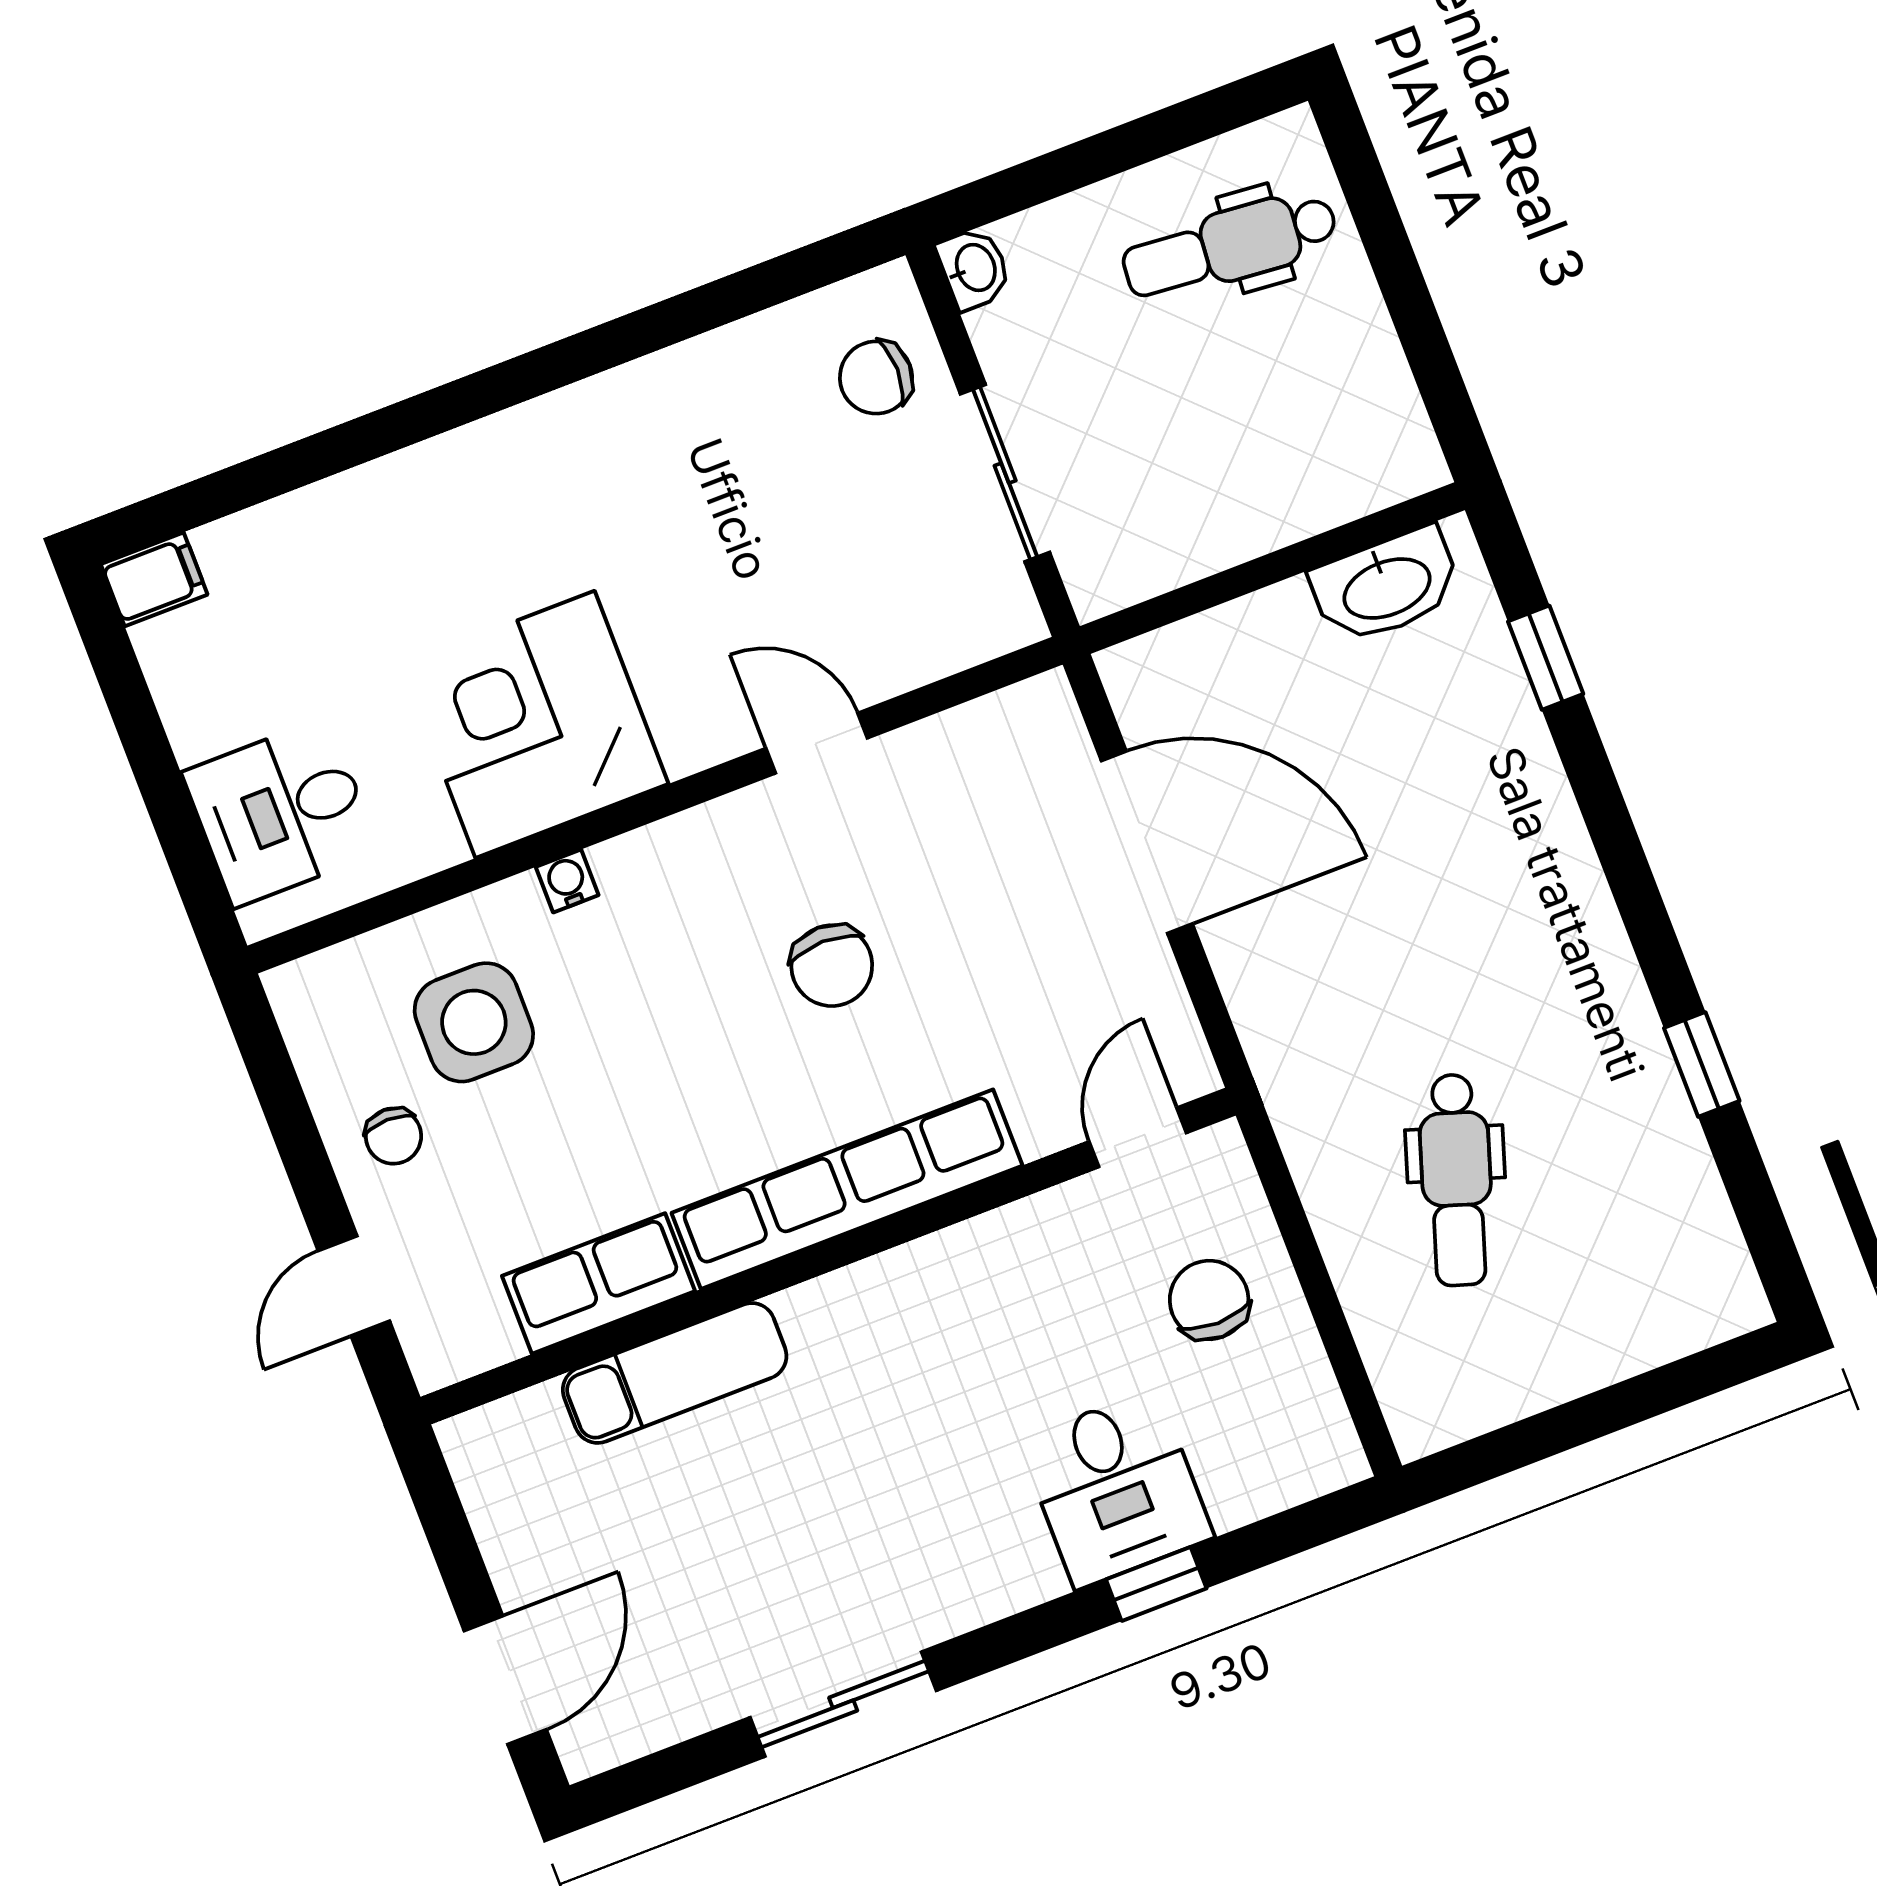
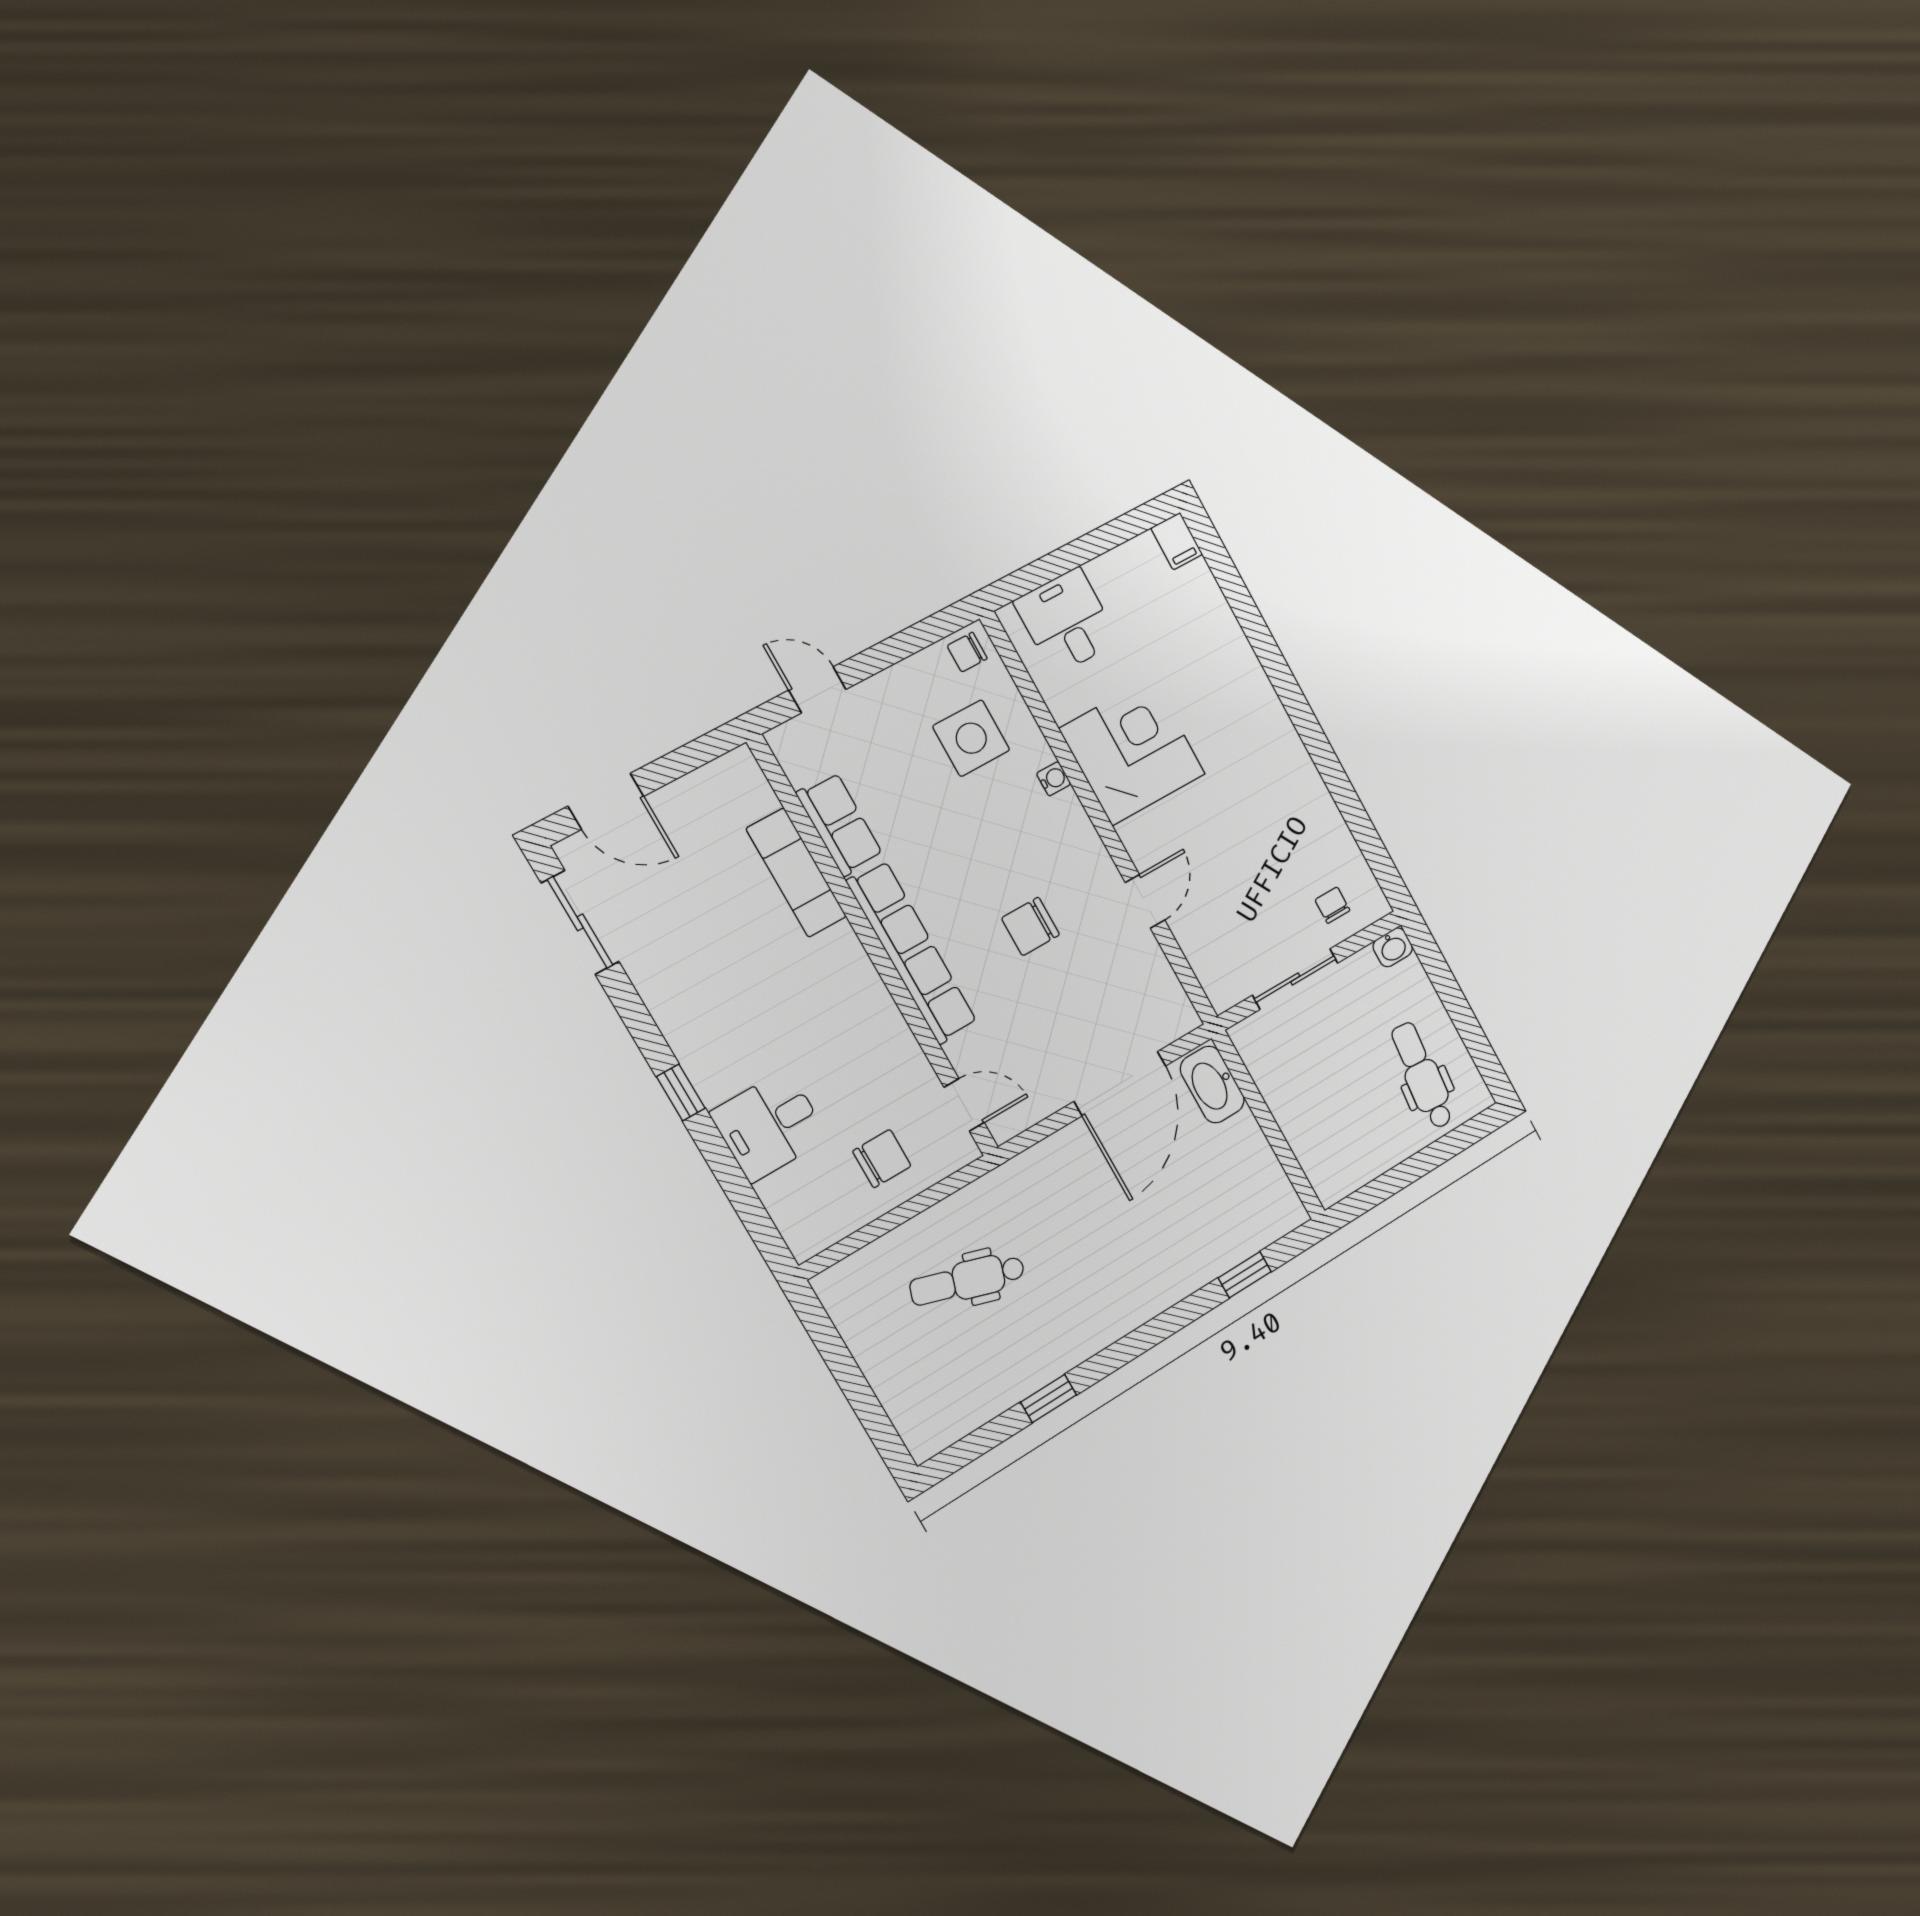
chair: (876, 378) -> (1332, 905), width x0.73, depth x0.73
washbasin: (1386, 586) -> (1212, 1085), moved
chair: (393, 1136) -> (967, 652), moved
window: (1156, 1584) -> (681, 1093), moved
sliding door: (843, 1704) -> (580, 922), moved

